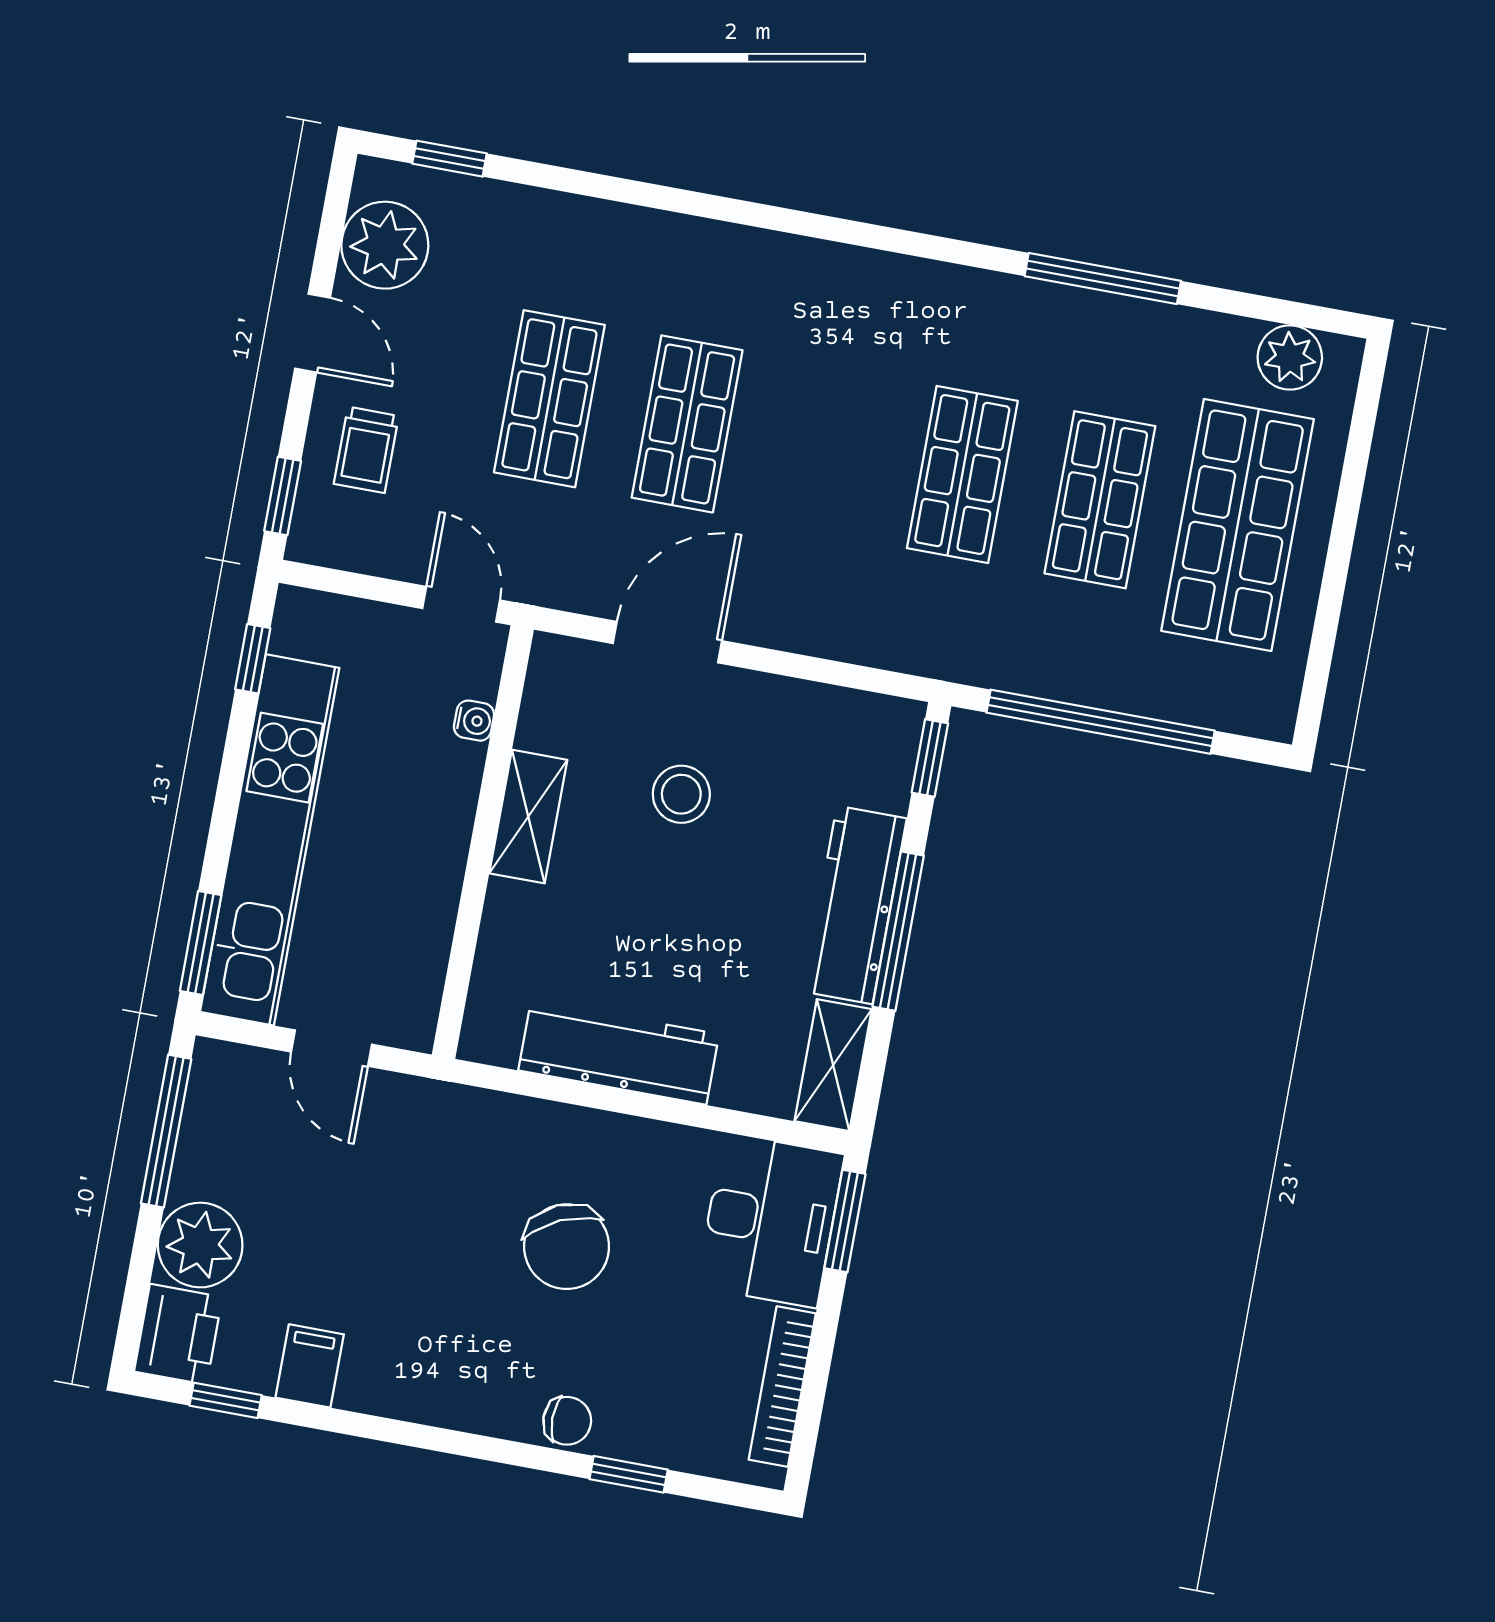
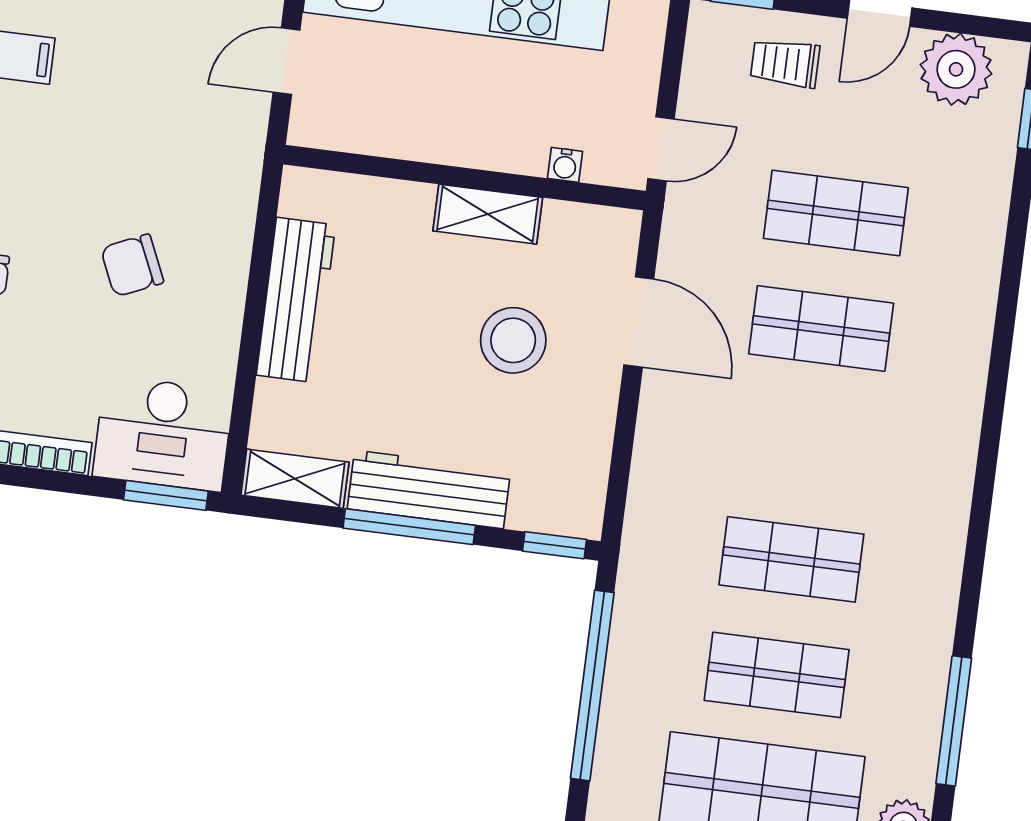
window: (1103, 278) -> (954, 721), moved
stool: (681, 794) -> (513, 340), width x1.38, depth x1.38
chair: (567, 1247) -> (132, 265), width x0.73, depth x0.73

